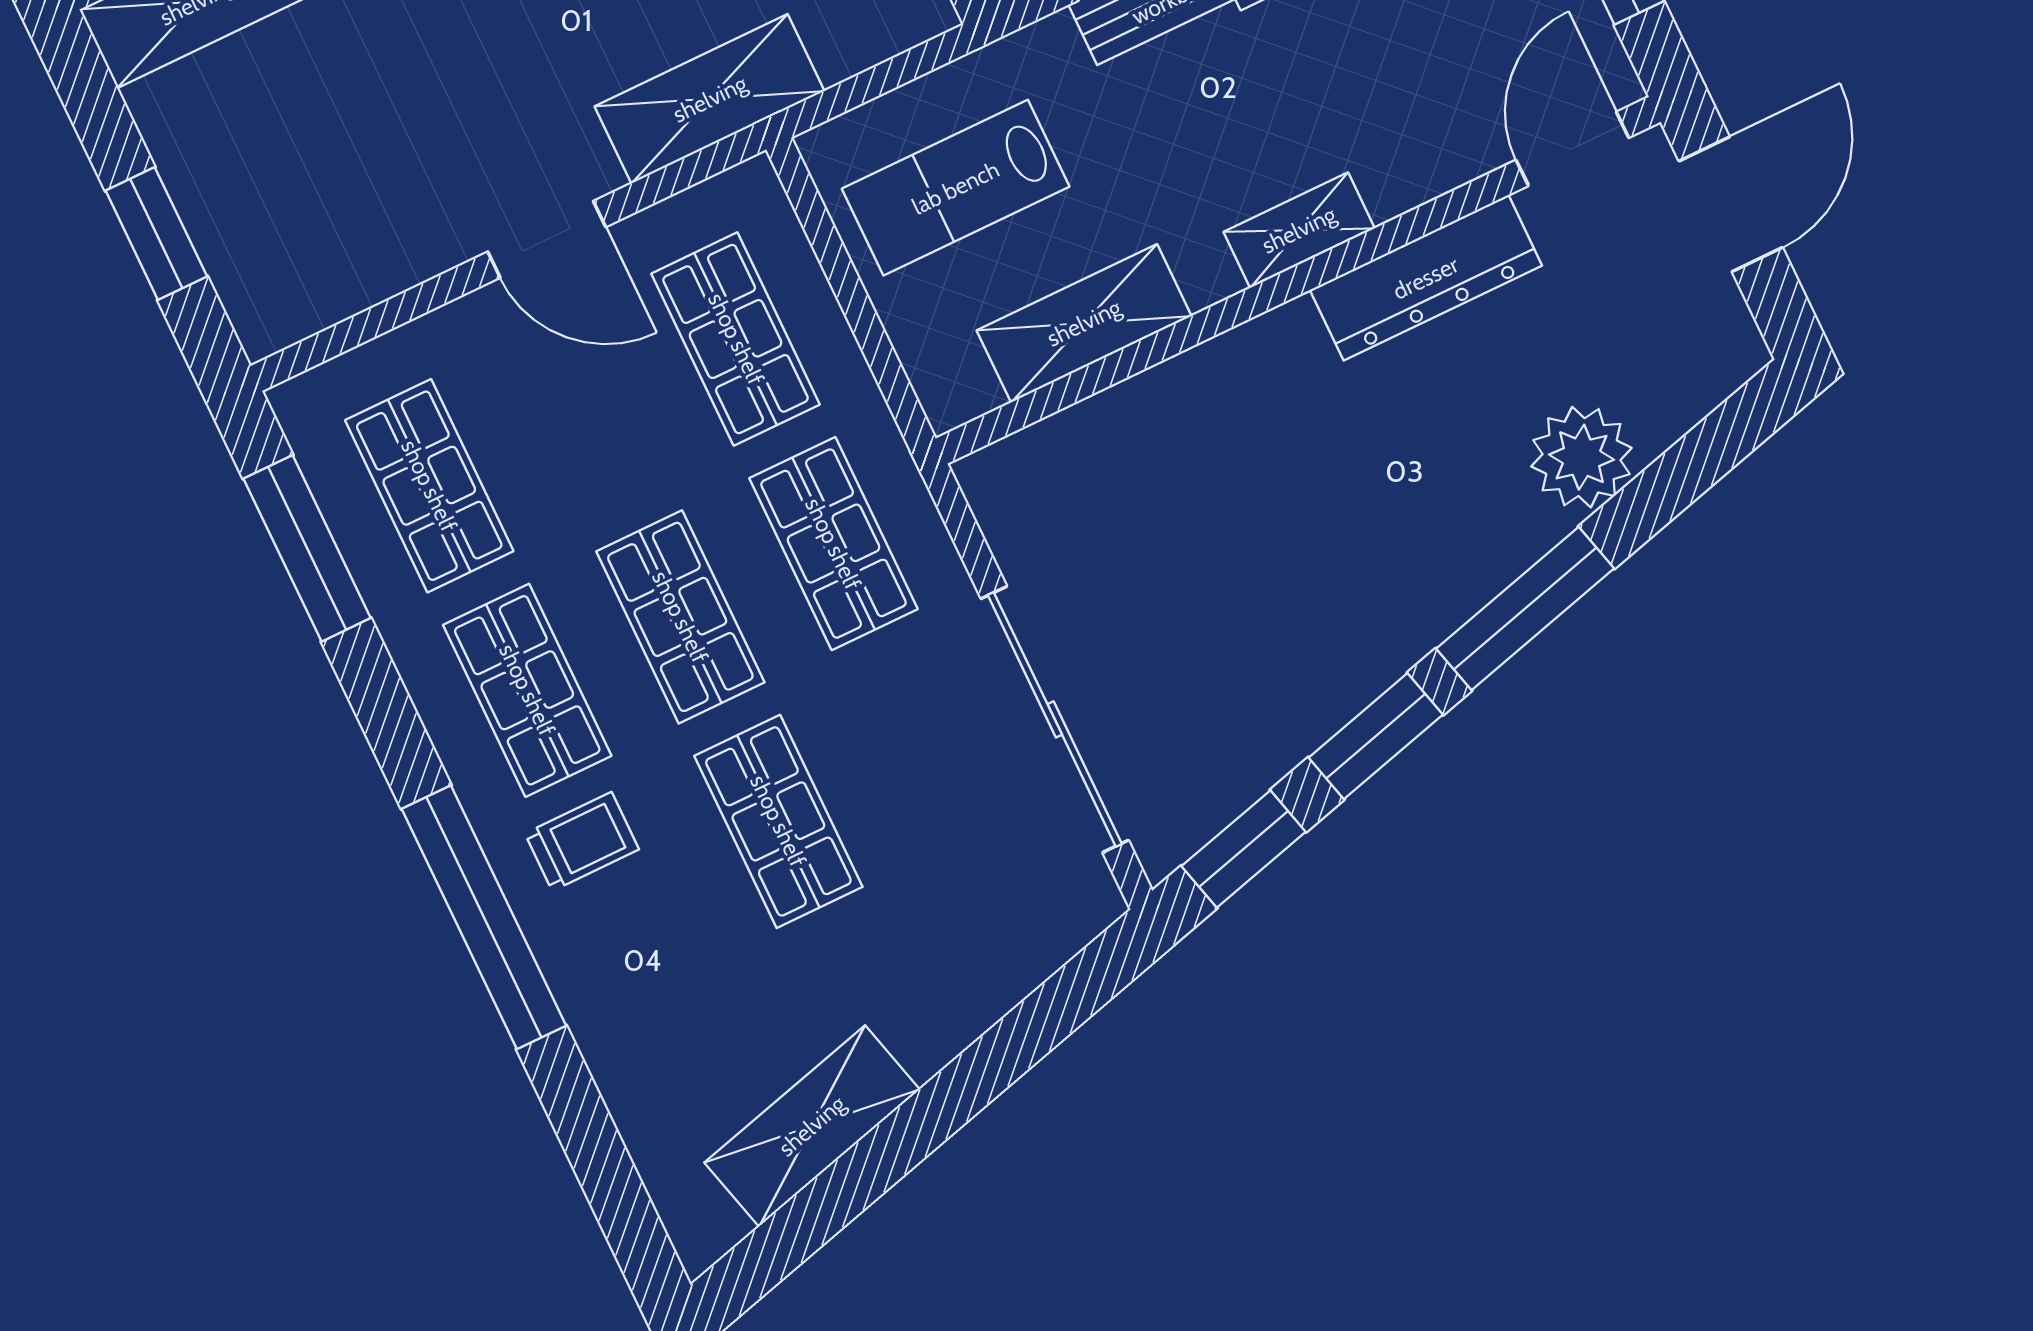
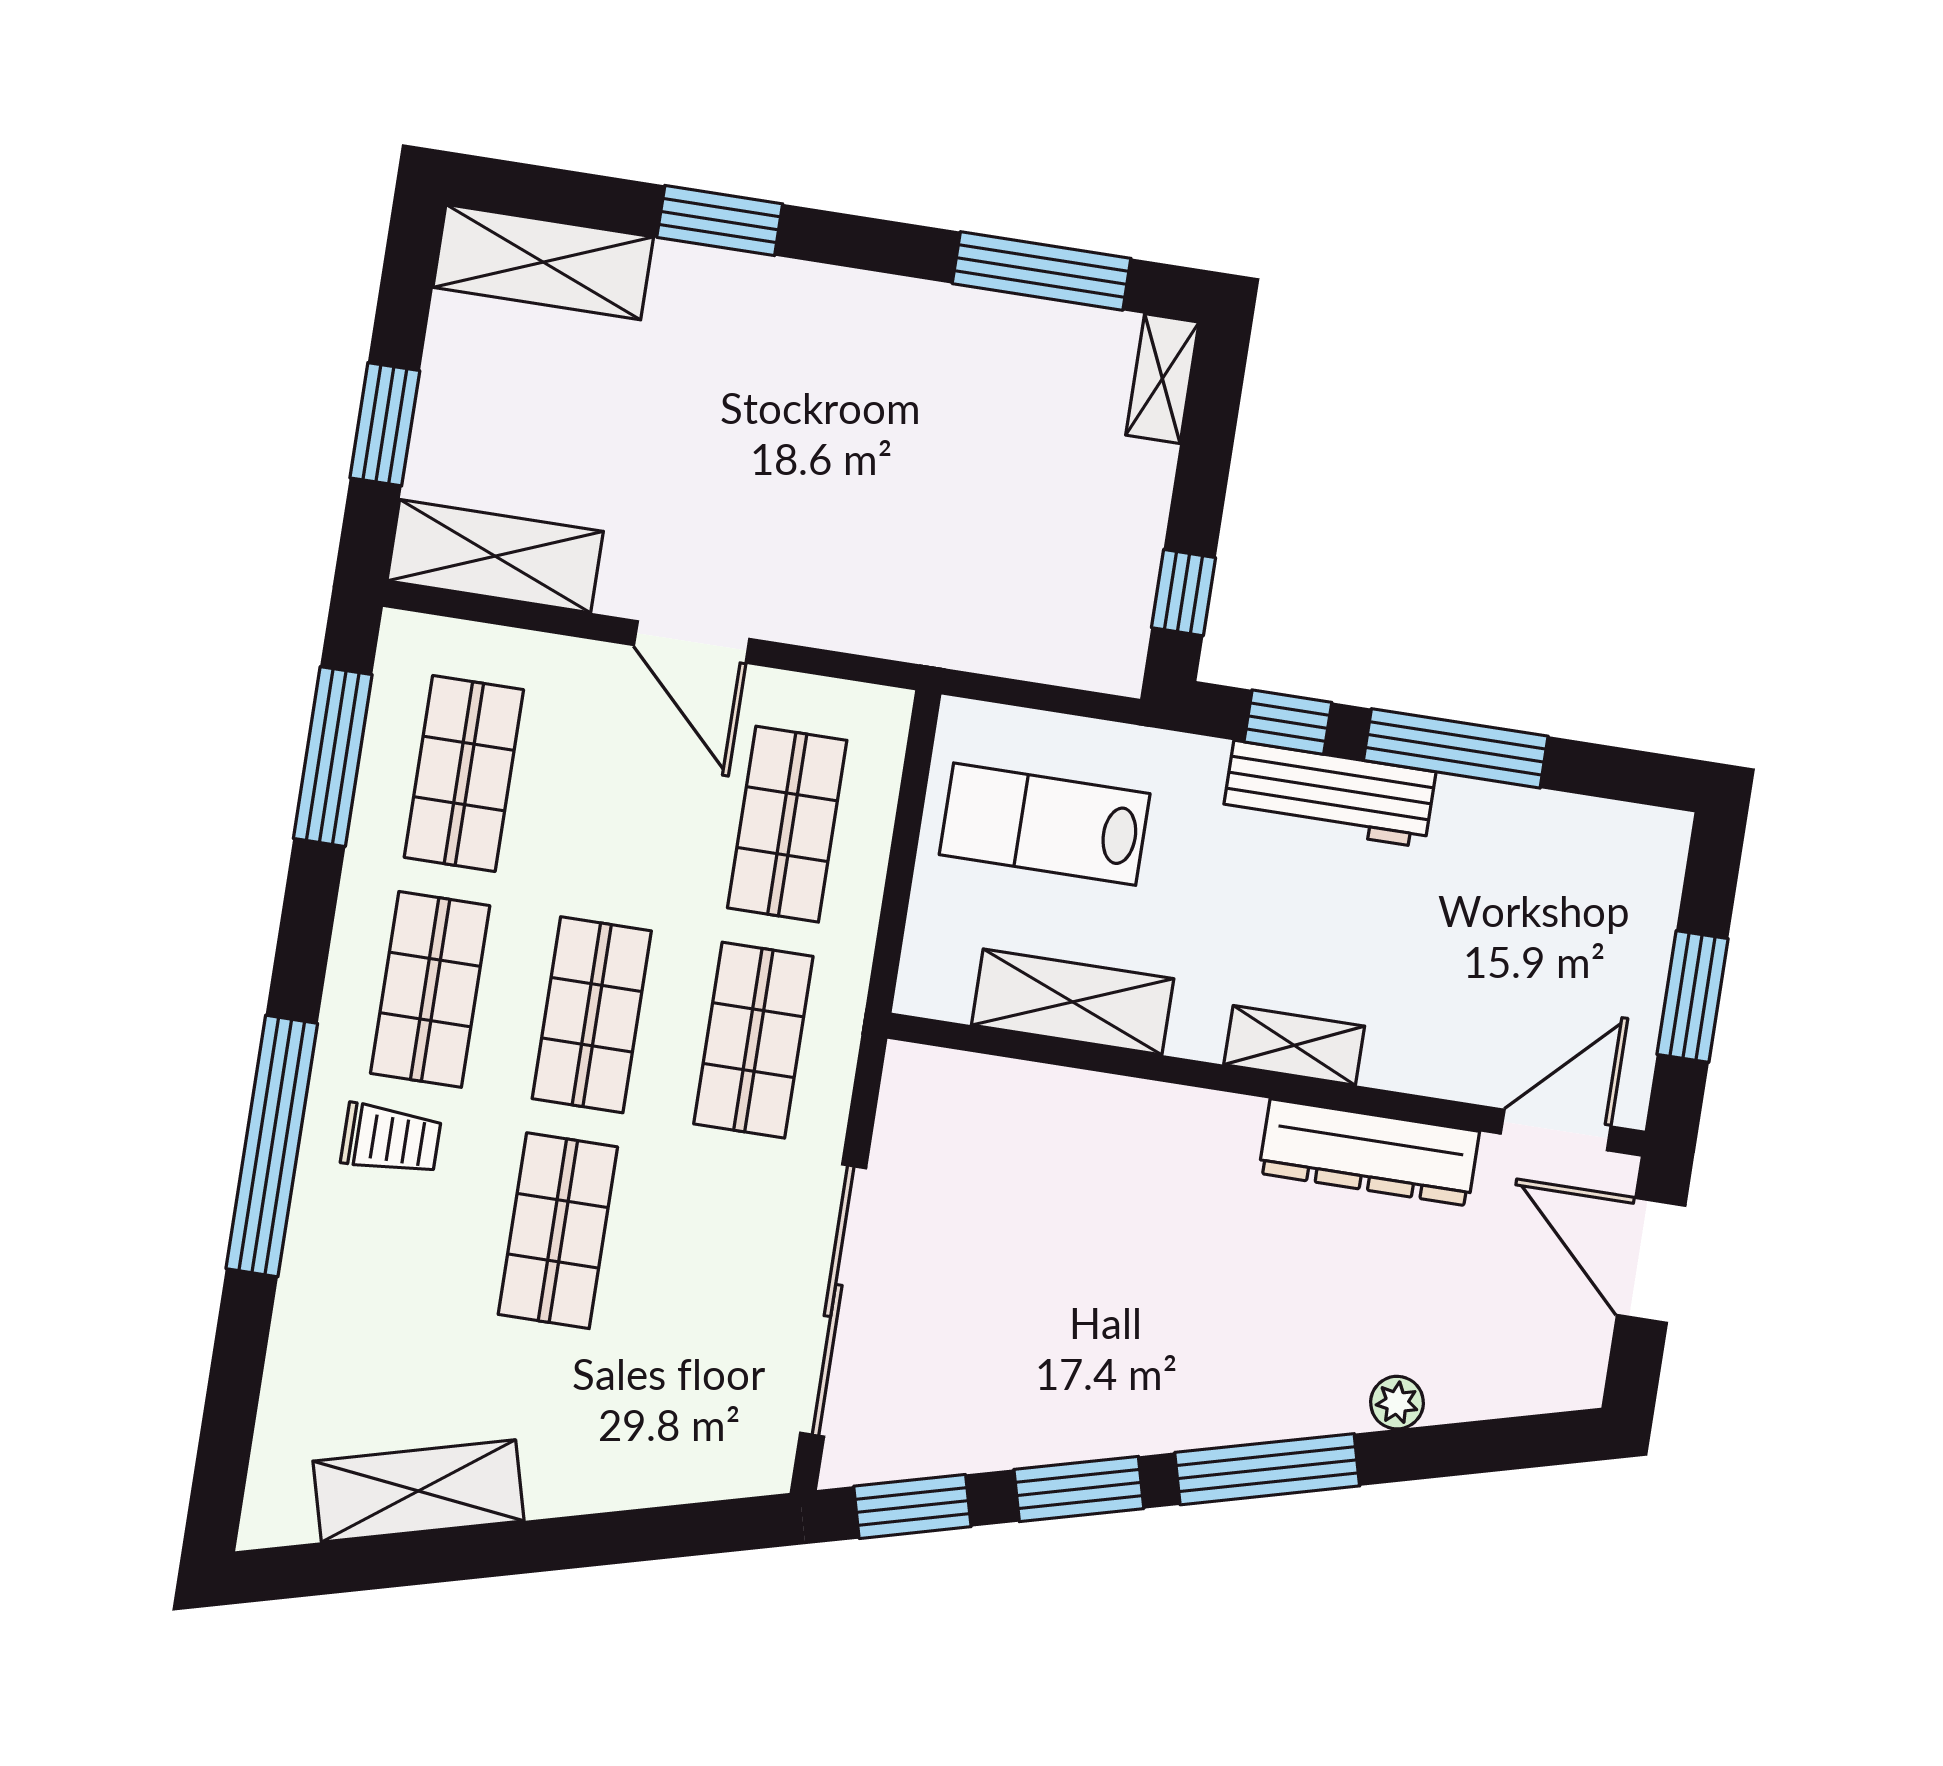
shelving: (710, 99) -> (495, 556), moved
door: (1731, 204) -> (1651, 1260), swing flipped
plant: (1581, 457) -> (1397, 1403), width x0.53, depth x0.53

